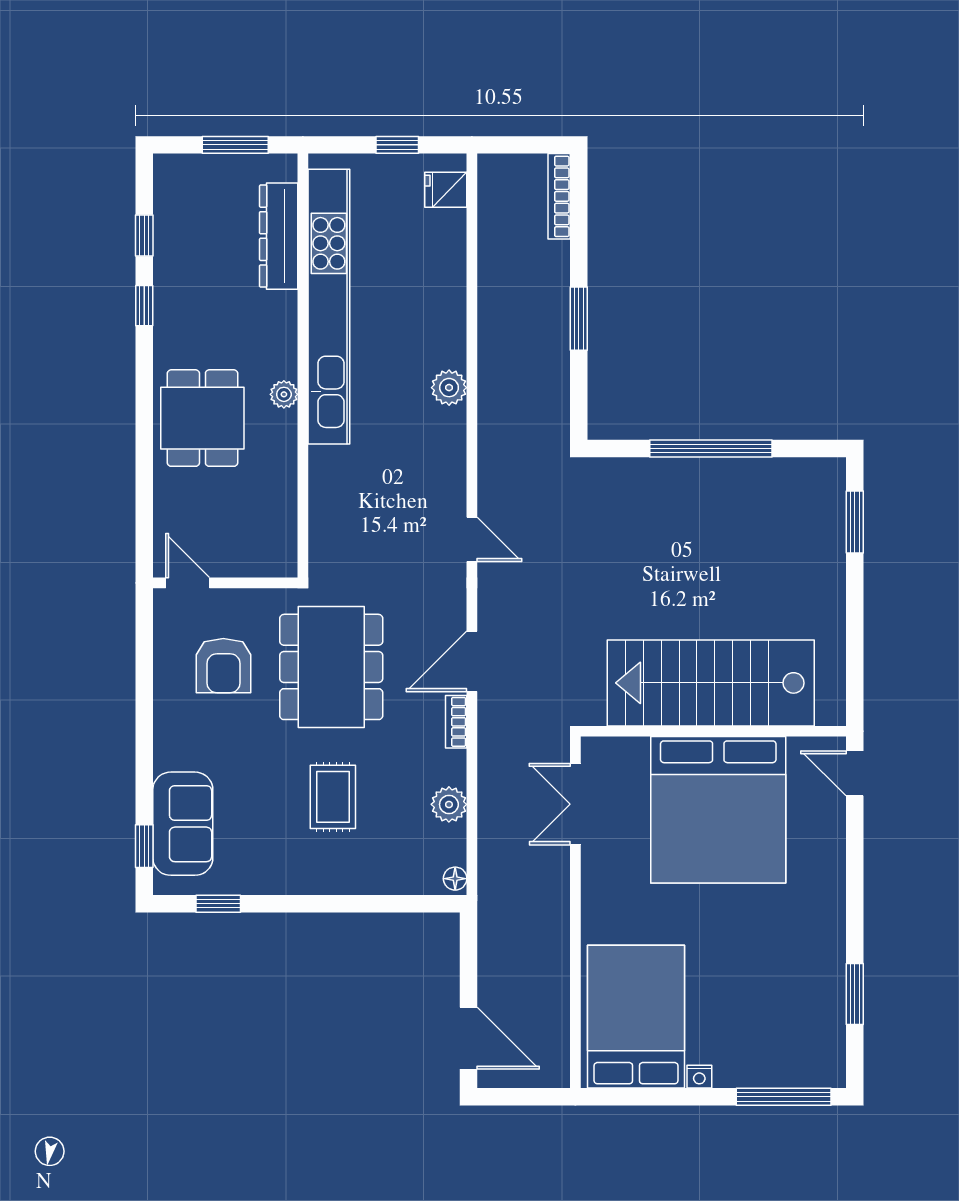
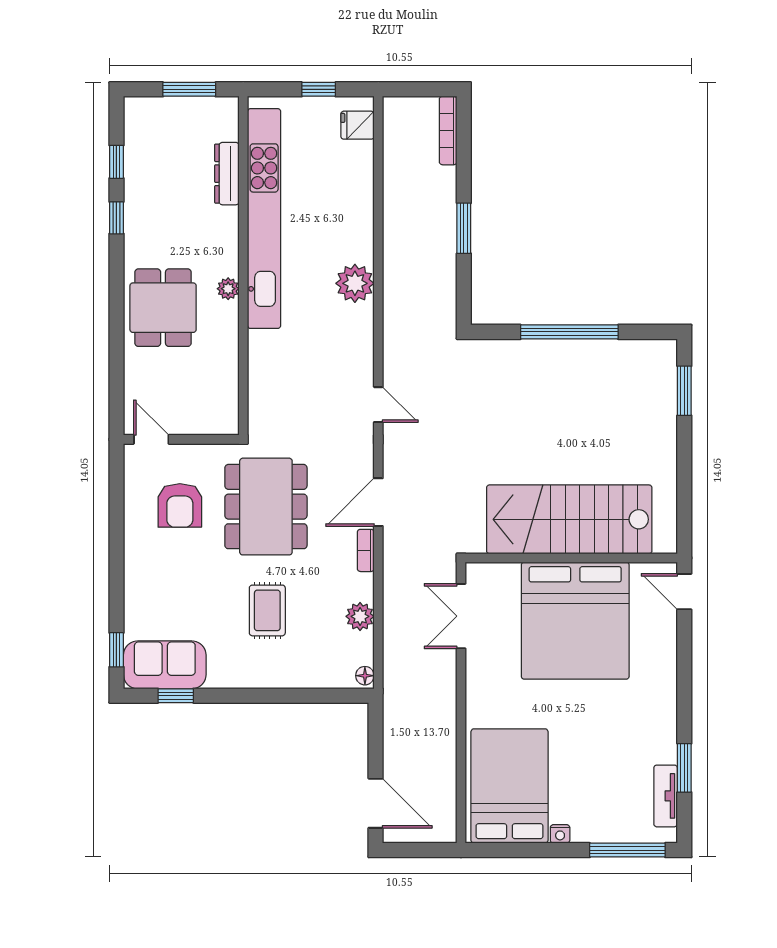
dresser: (279, 236) -> (227, 174), width x0.73, depth x0.80
plant: (449, 388) -> (355, 283), width x1.36, depth x1.36
sofa: (183, 824) -> (165, 665), moved, turned -90
tv unit: (831, 1029) -> (666, 796), added

